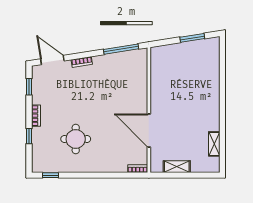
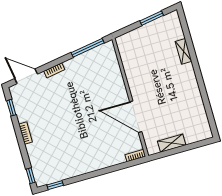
window: (29, 136) -> (31, 176), moved
round table: (76, 139) -> (69, 144), removed
shelving: (214, 144) -> (183, 51), moved

